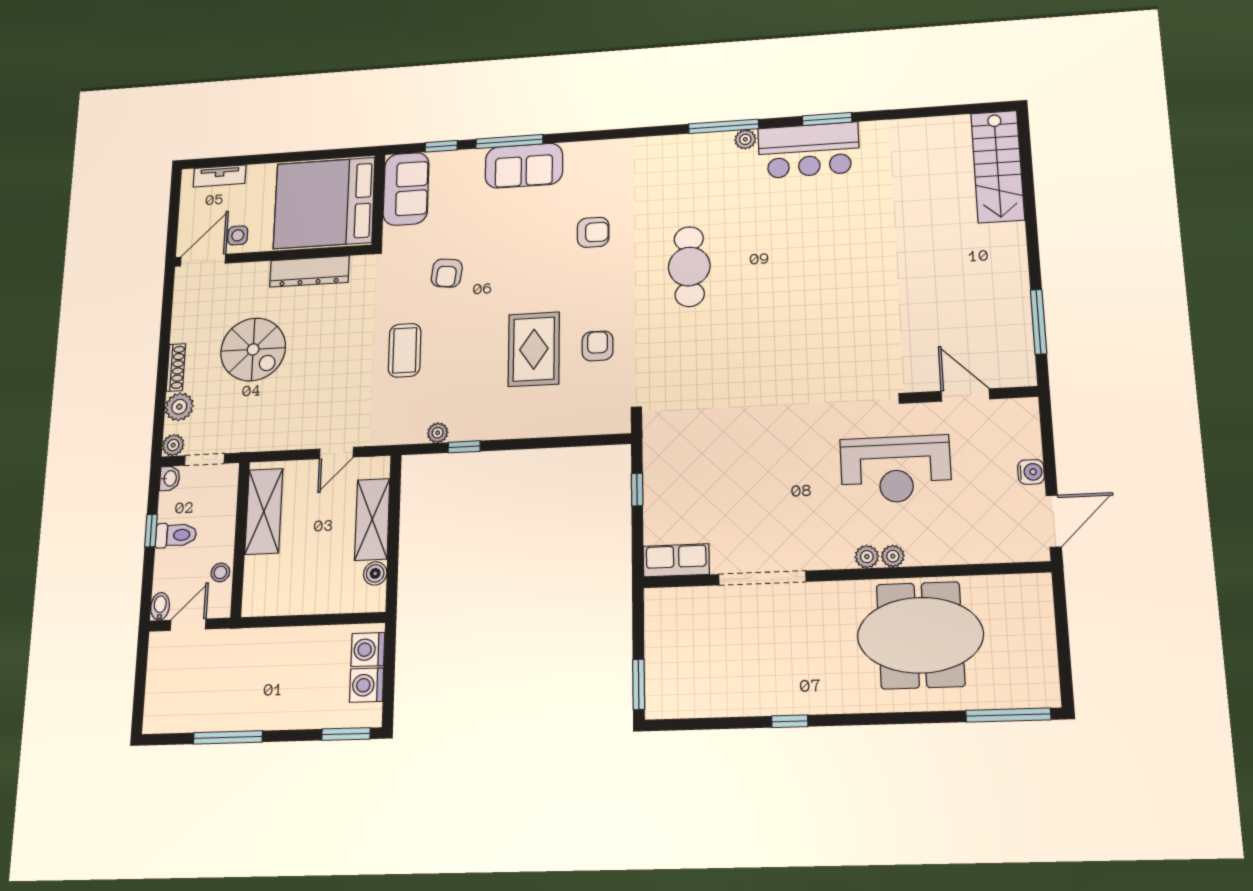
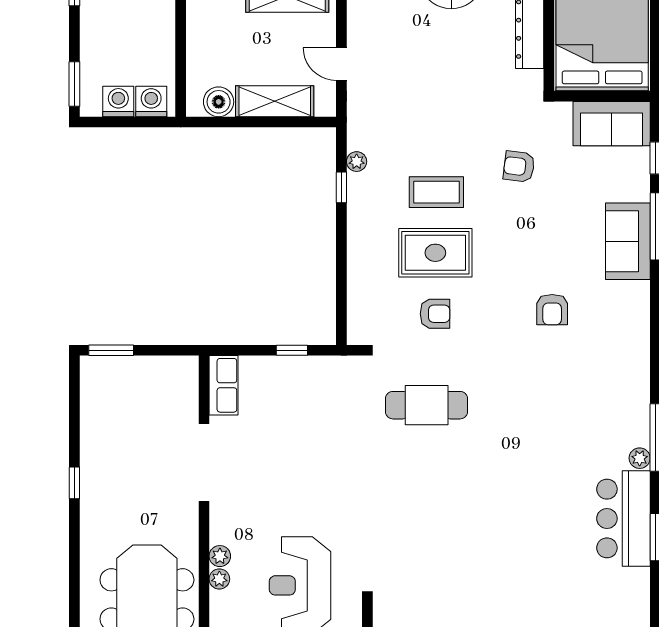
cafe table: (689, 267) -> (427, 405), moved
coffee table: (405, 350) -> (436, 192), moved
boiler: (375, 573) -> (219, 102), width x1.36, depth x1.36

